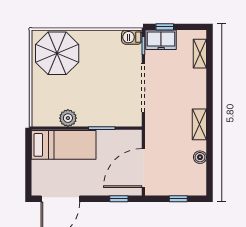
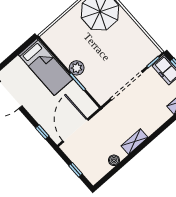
barbecue: (132, 37) -> (152, 50), removed
plant: (68, 118) -> (77, 68), moved
door: (143, 168) -> (76, 130), hinge flipped

